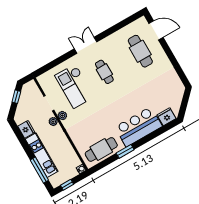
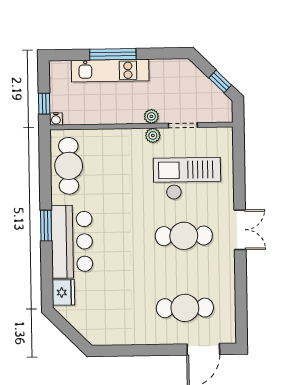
cafe table: (104, 72) -> (184, 236), width x1.37, depth x1.35
fridge: (26, 129) -> (162, 69), removed
window: (125, 151) -> (46, 226), moved
window: (39, 170) -> (113, 54), moved
window: (67, 185) -> (44, 104), moved

